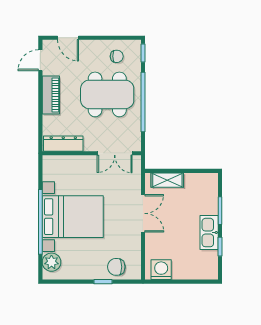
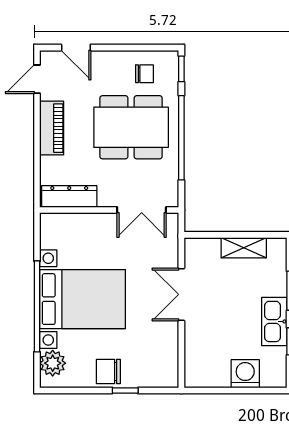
shelving: (167, 180) -> (244, 248), moved
double door: (143, 213) -> (181, 294), swing flipped
chair: (116, 267) -> (108, 371), moved
washing machine: (161, 270) -> (245, 374), moved

